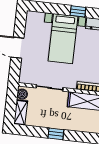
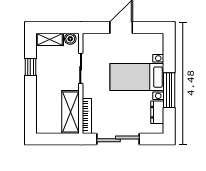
window: (78, 11) -> (169, 90), width x2.17
window: (56, 134) -> (30, 67), moved

